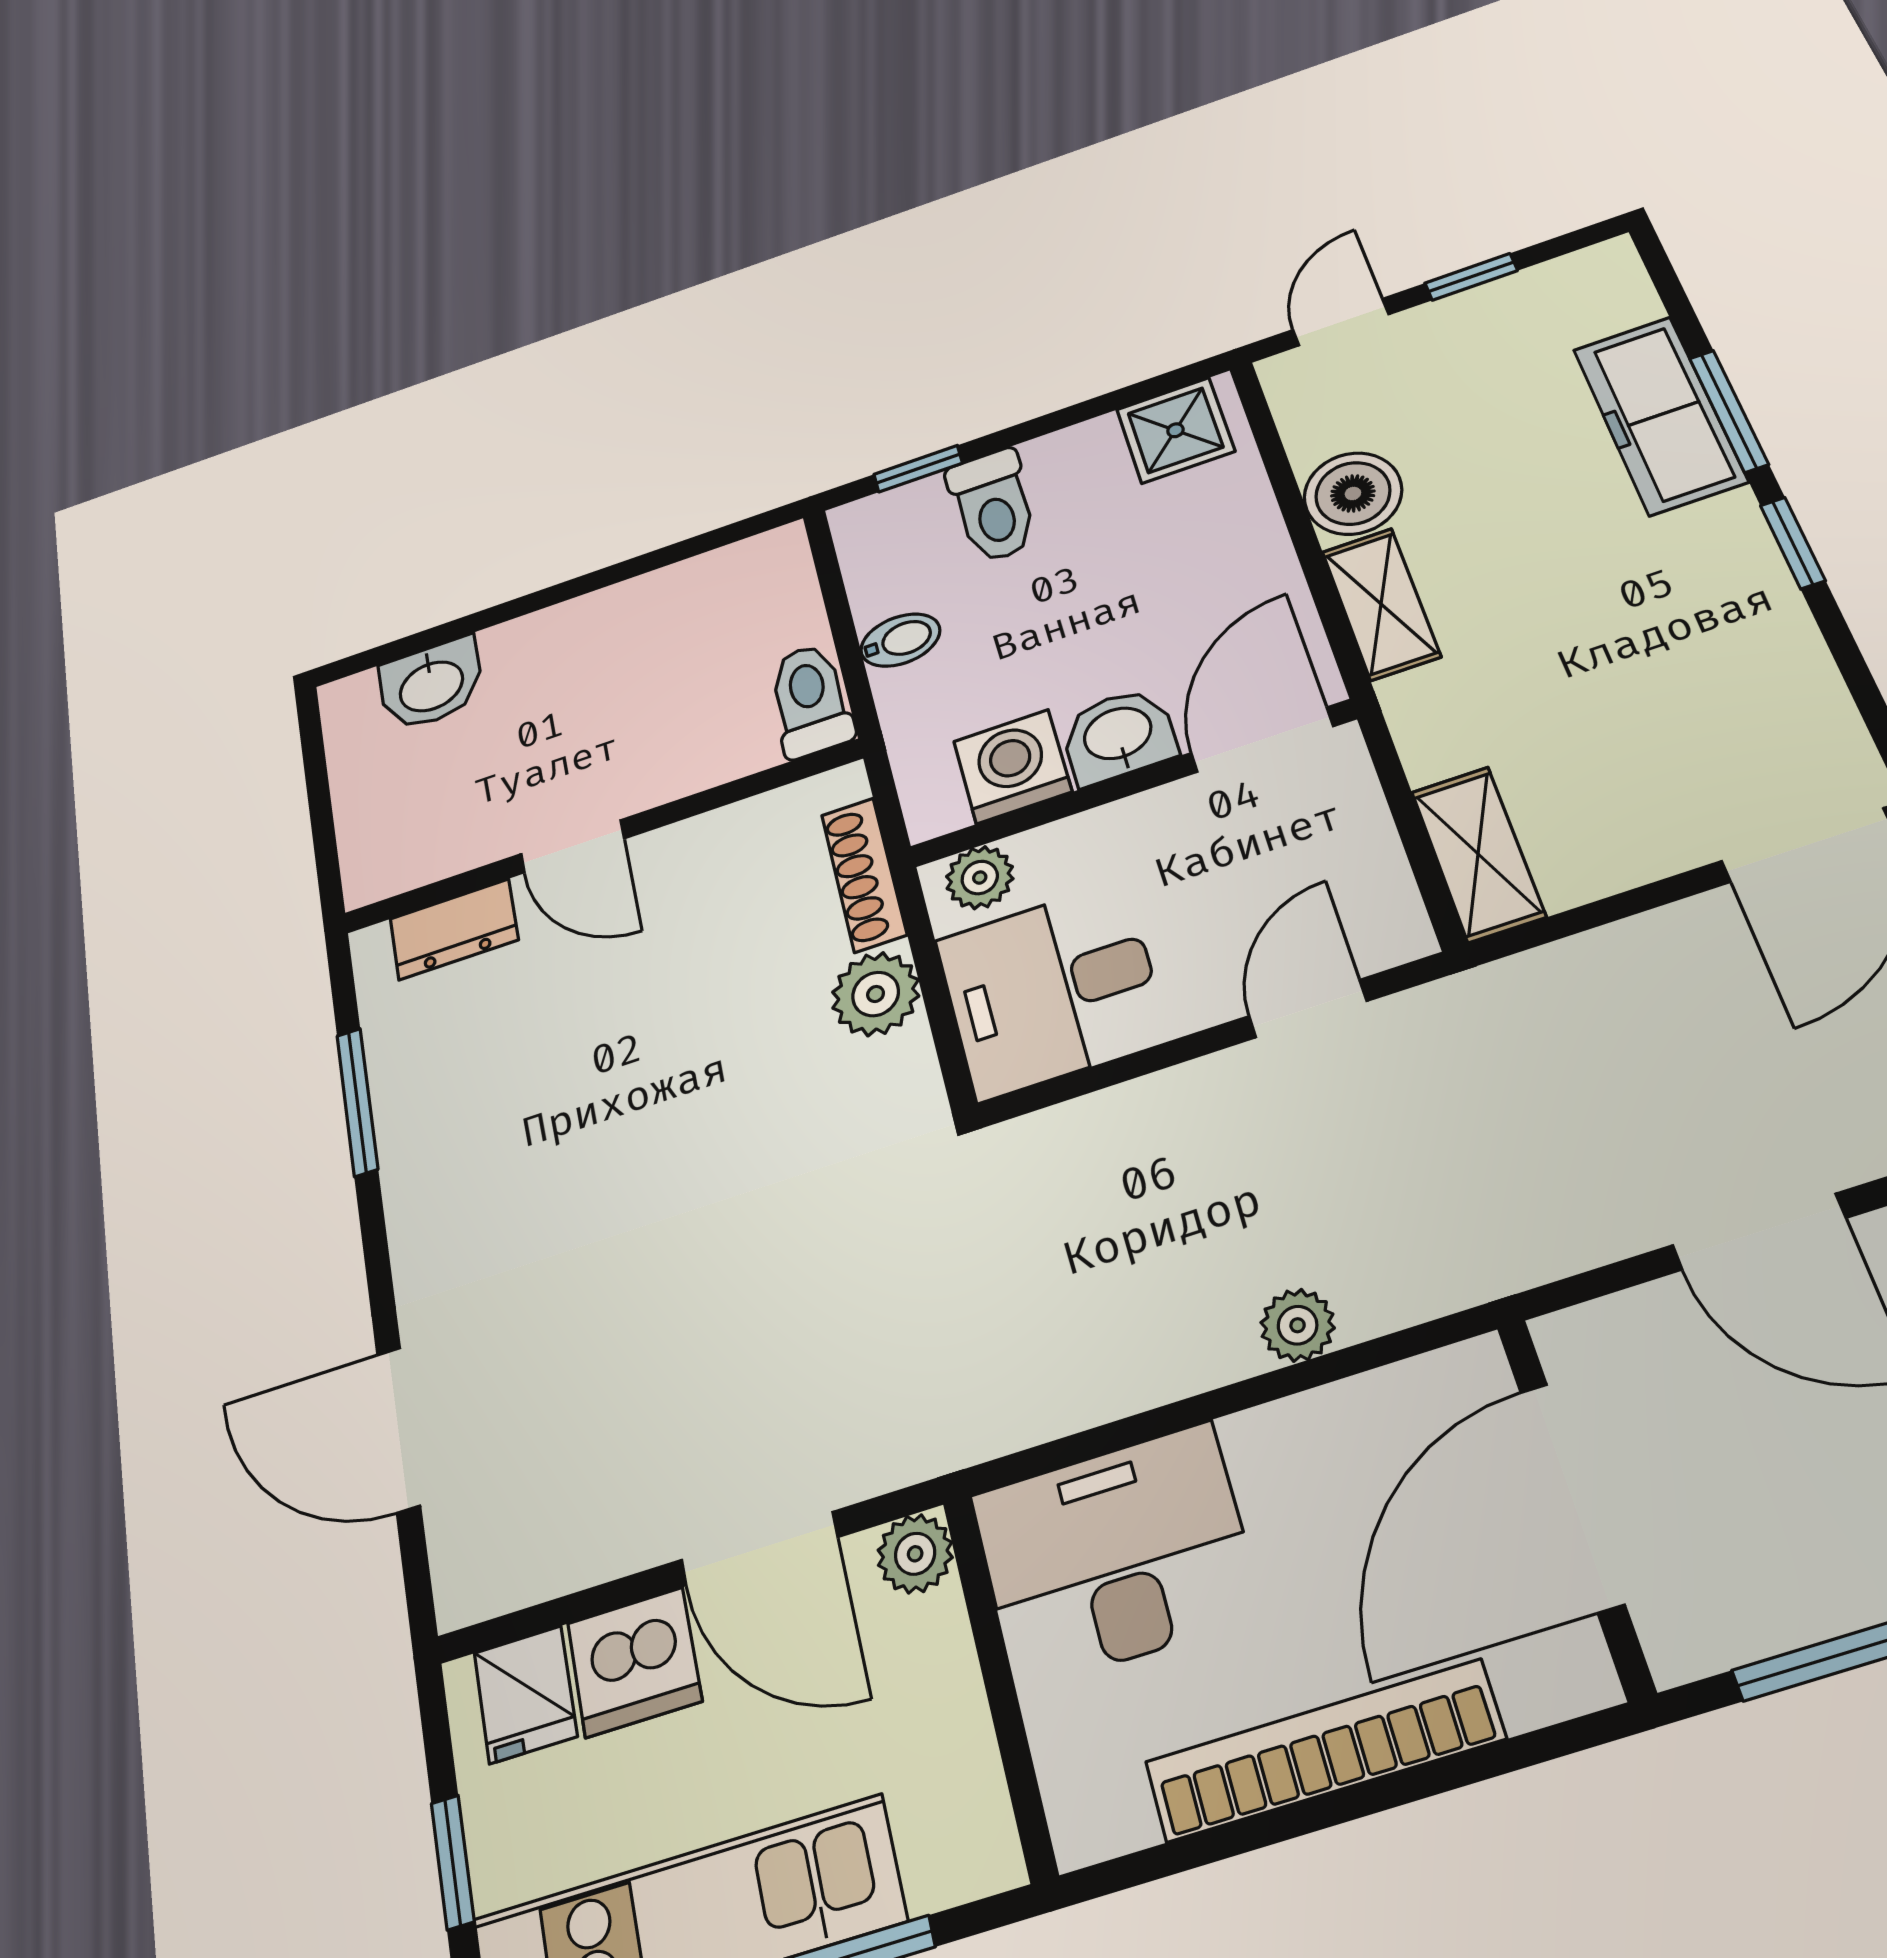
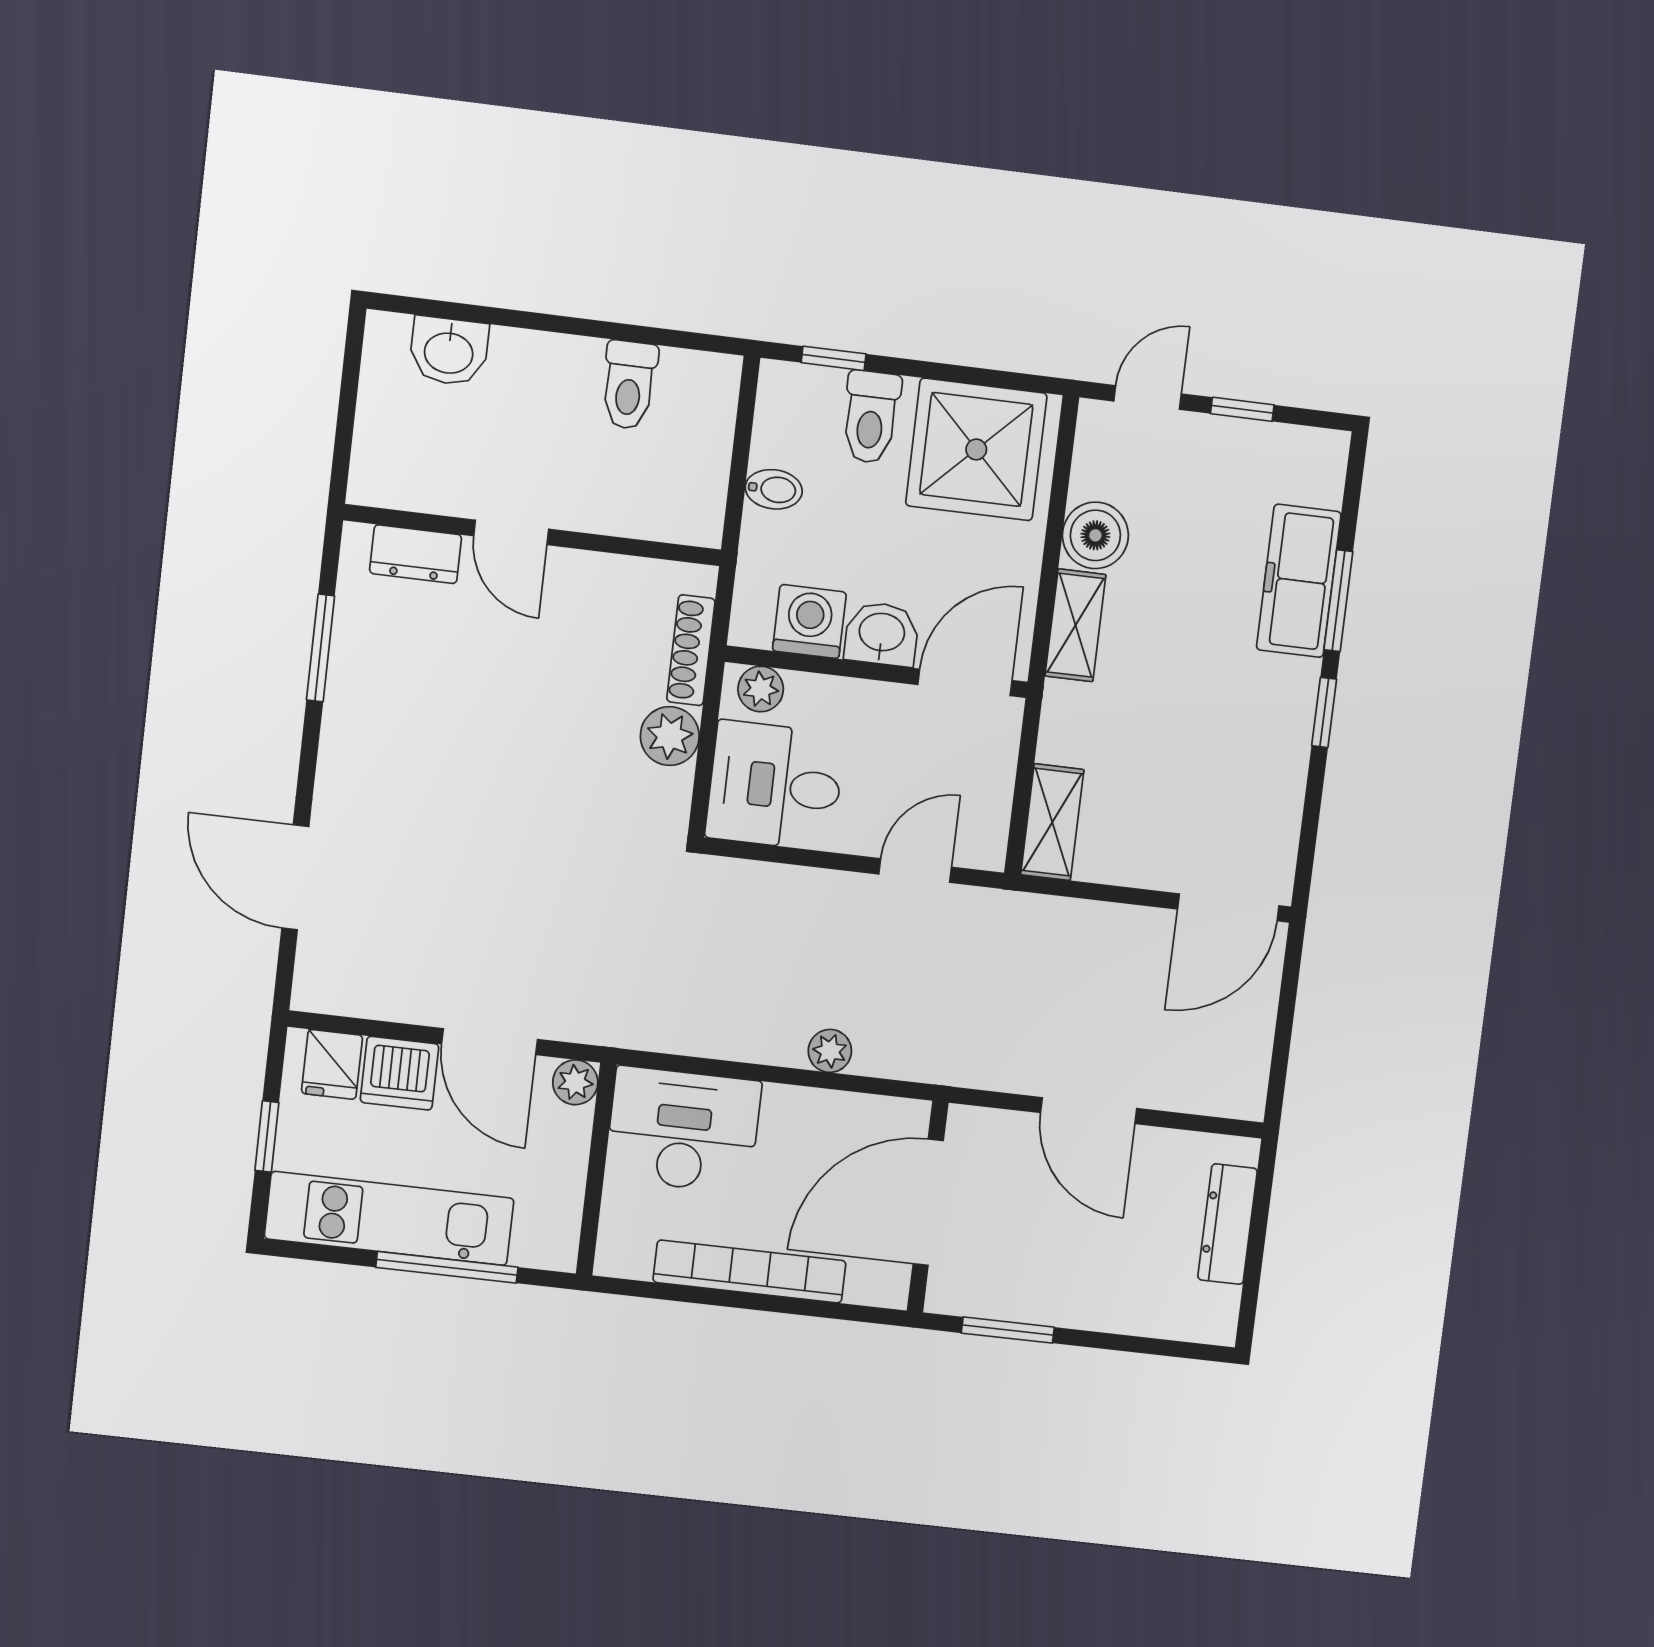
shower: (1175, 430) -> (976, 449), width x1.86, depth x1.86
toilet: (810, 700) -> (629, 385), moved, turned 180

